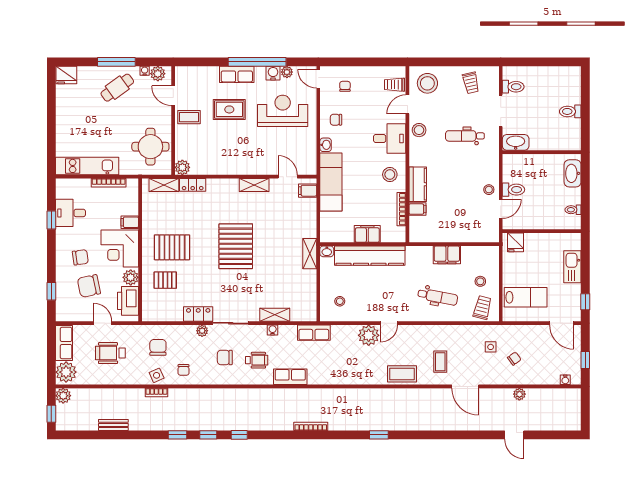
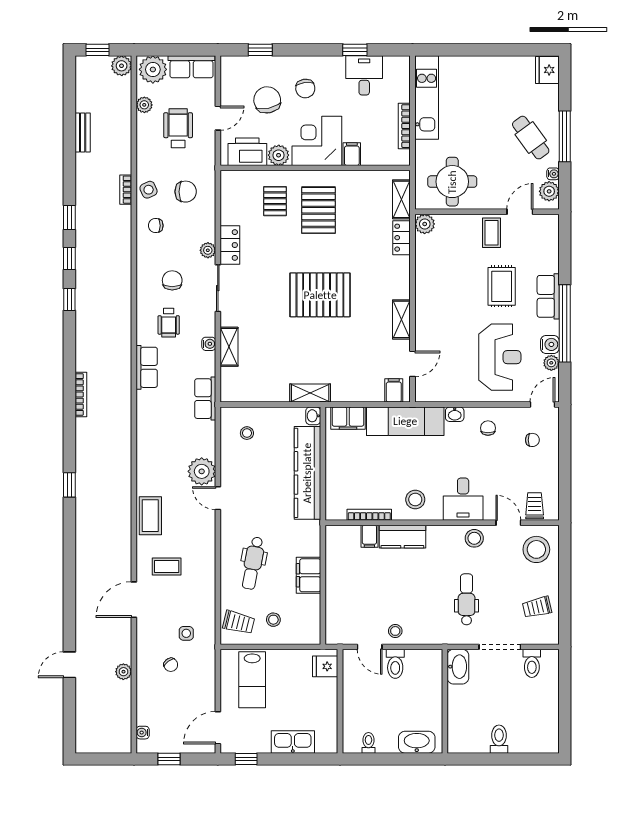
filing cabinet: (367, 234) -> (348, 418), moved, turned 90
plant: (93, 379) -> (144, 105), added

